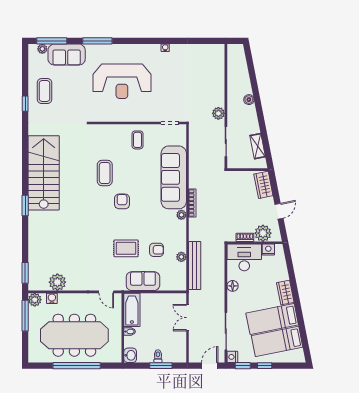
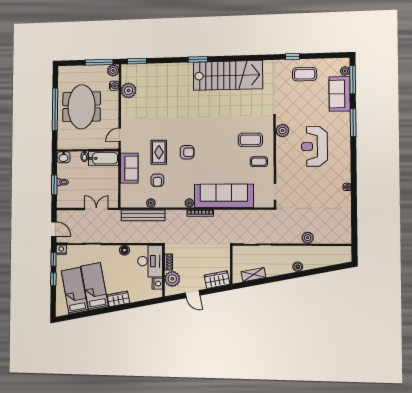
reception desk: (122, 81) -> (314, 146), width x0.74, depth x0.77
plant: (218, 113) -> (308, 238), moved
plant: (105, 115) -> (282, 131), added
coffee table: (105, 173) -> (250, 140), moved
armchair: (122, 201) -> (187, 152), moved
meeting table: (74, 335) -> (82, 107), width x0.73

